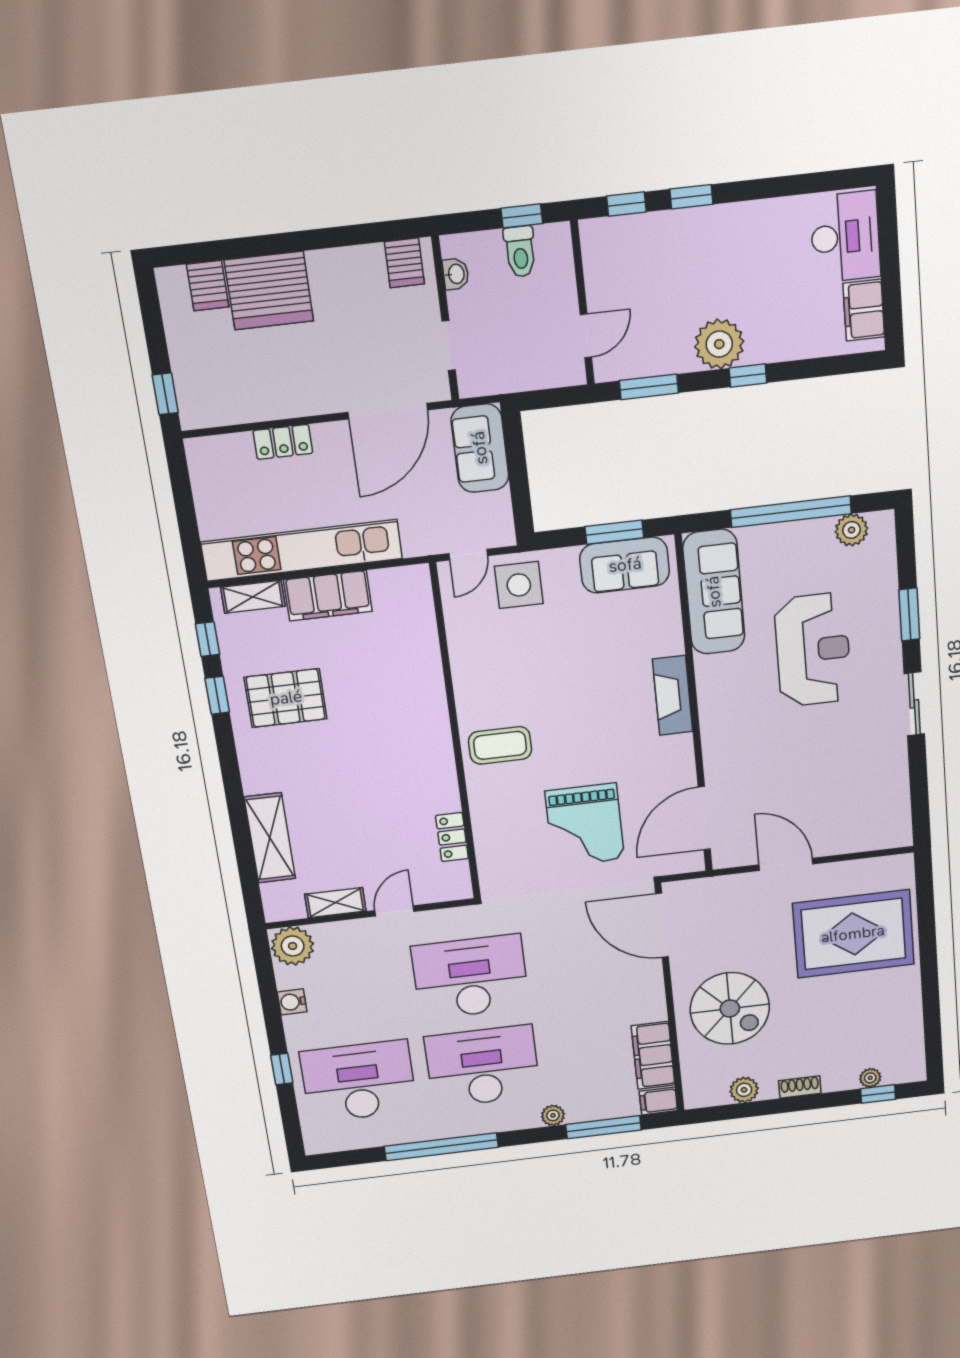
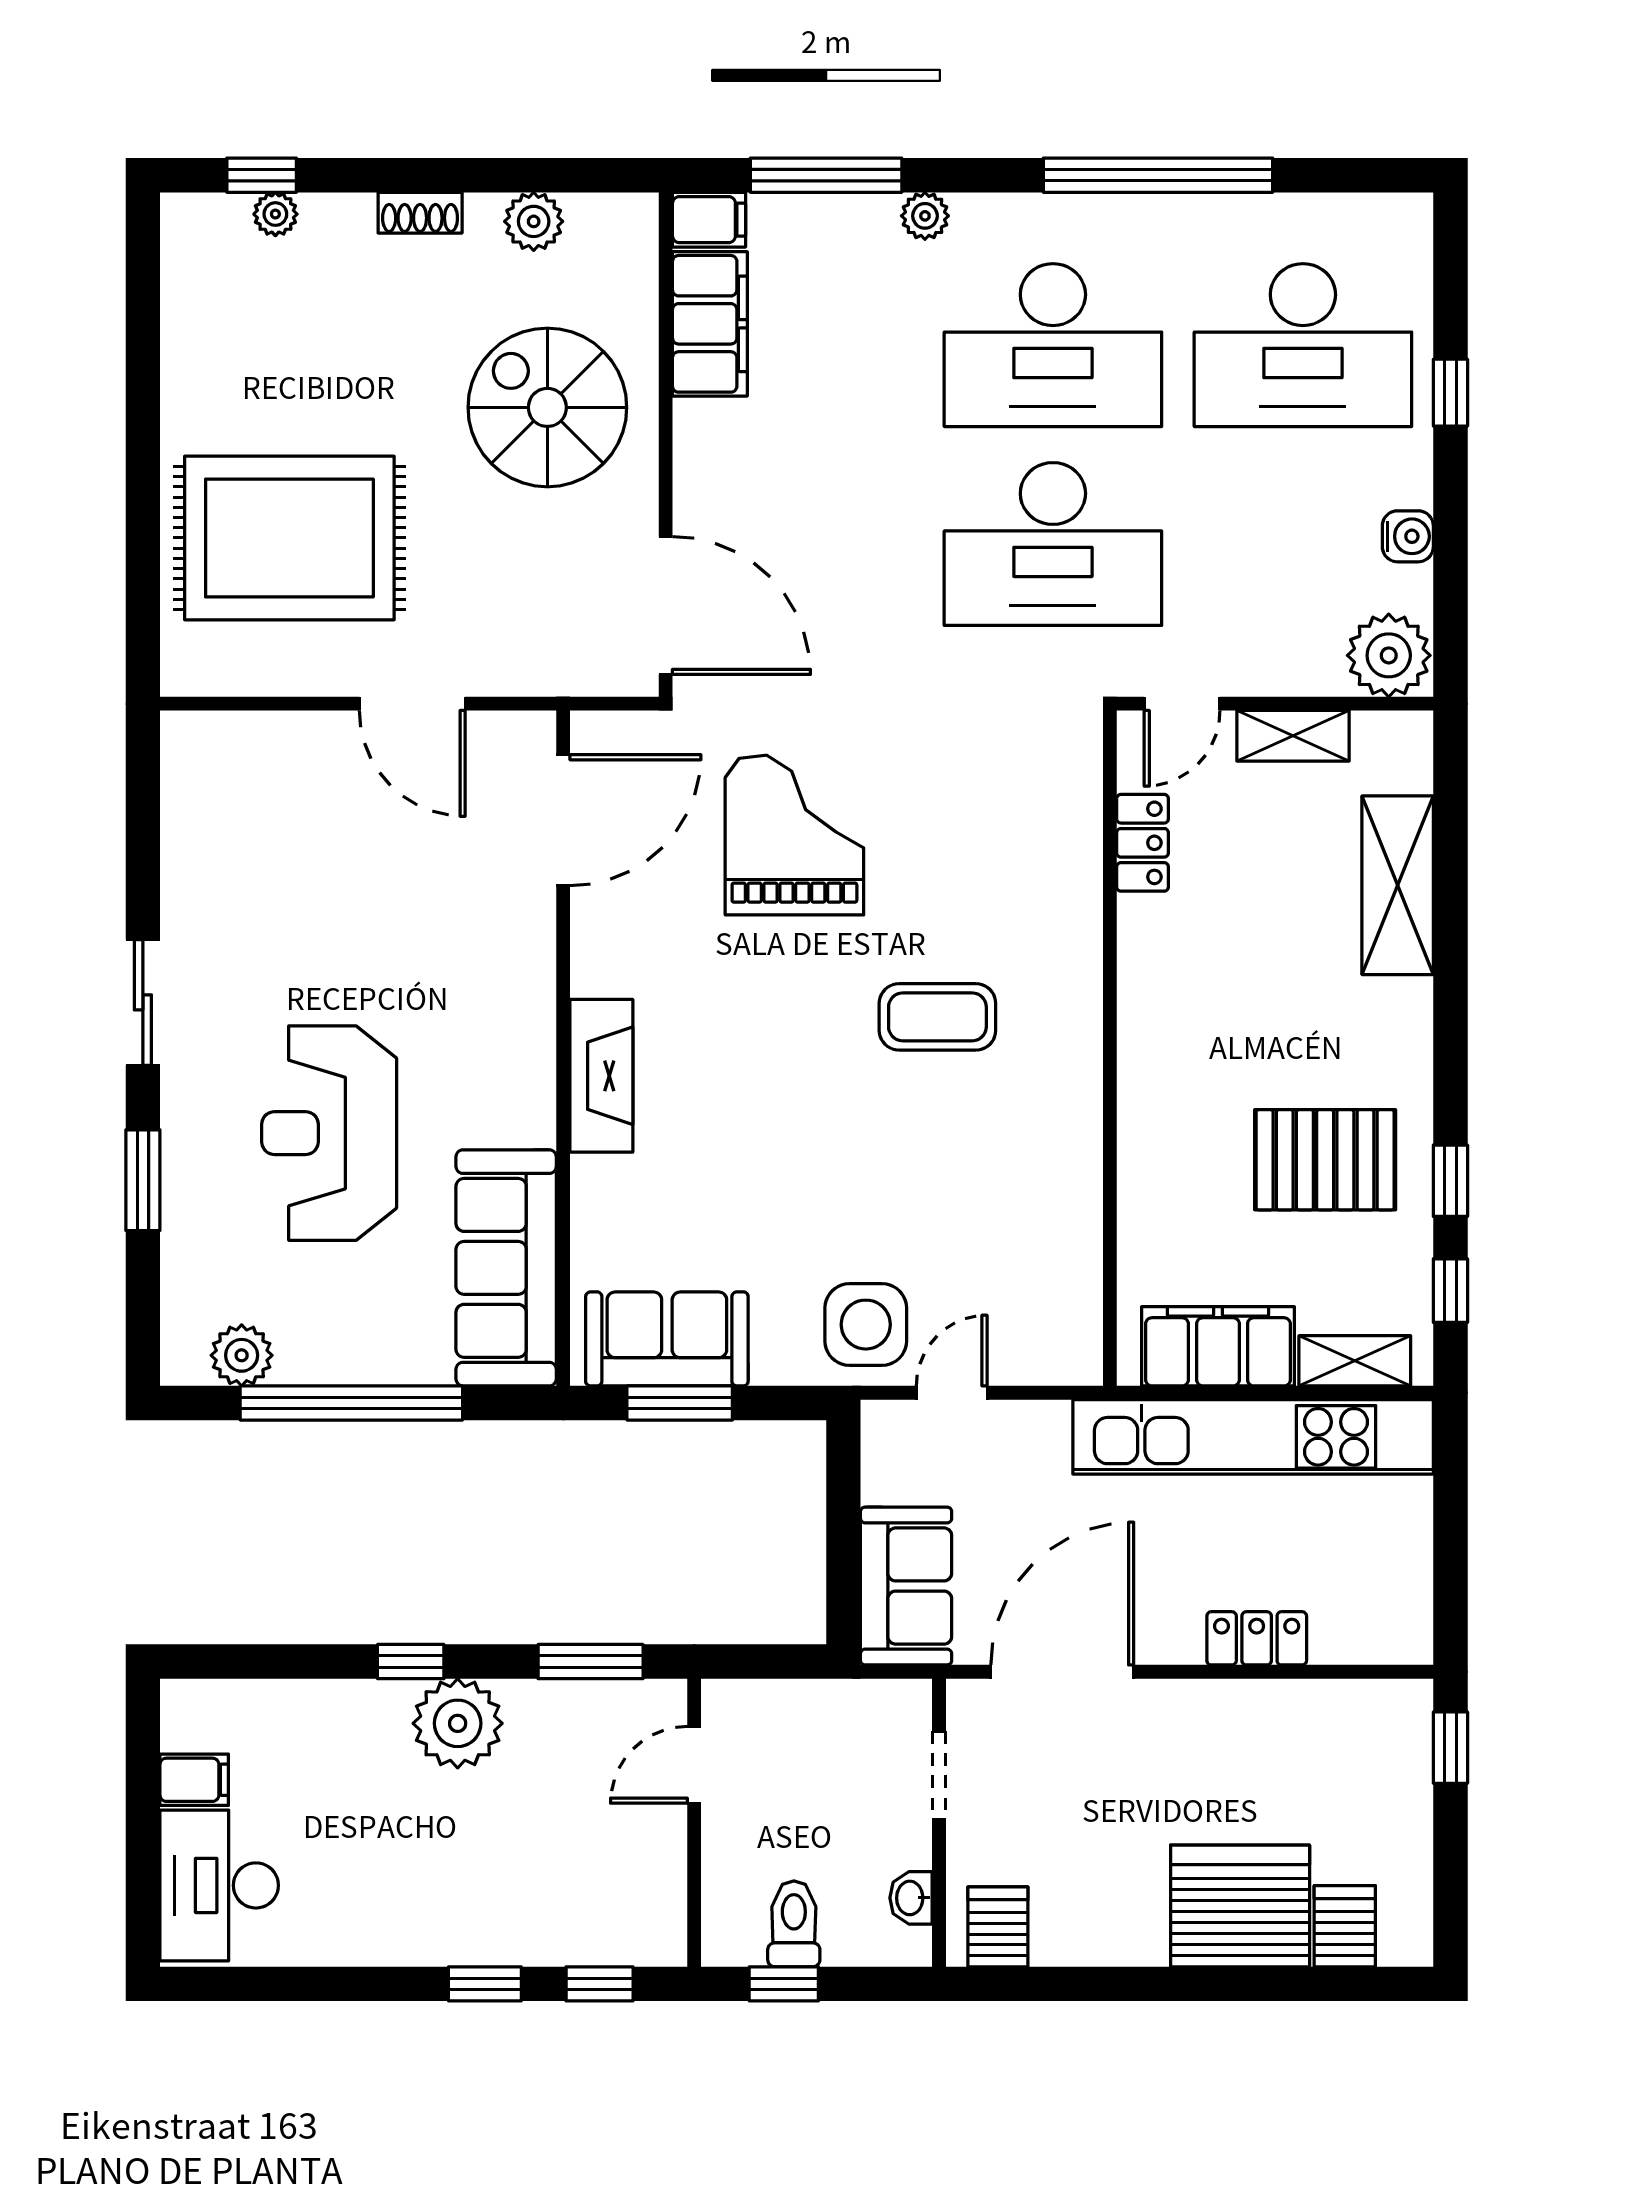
filing cabinet: (864, 310) -> (194, 1780), width x0.50
wall: (455, 735) -> (1110, 1048), moved
locker: (452, 837) -> (1143, 843), moved

